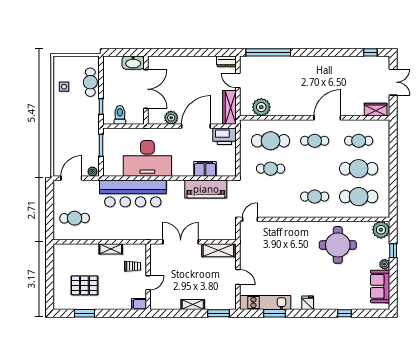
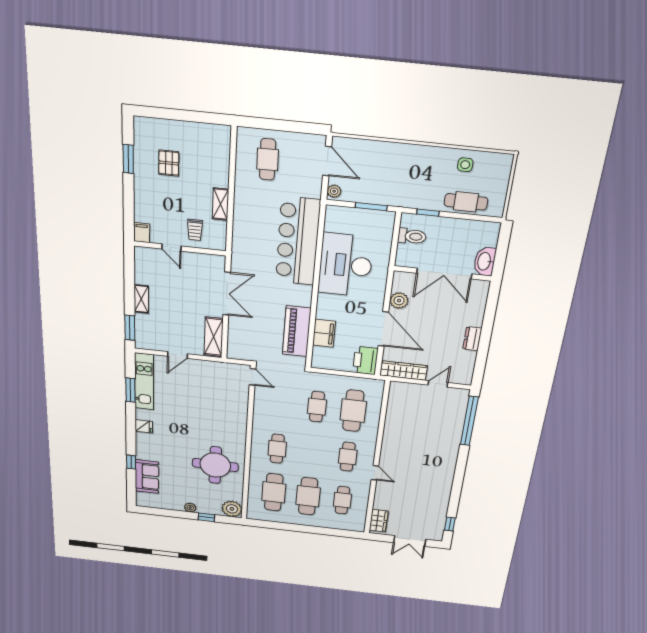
dresser: (226, 61) -> (472, 339), moved
plant: (261, 107) -> (399, 406), removed
door: (327, 118) -> (375, 473), width x0.53
pallet: (84, 285) -> (169, 163), width x0.67, depth x0.71
sofa: (380, 286) -> (147, 477), moved, turned 90

